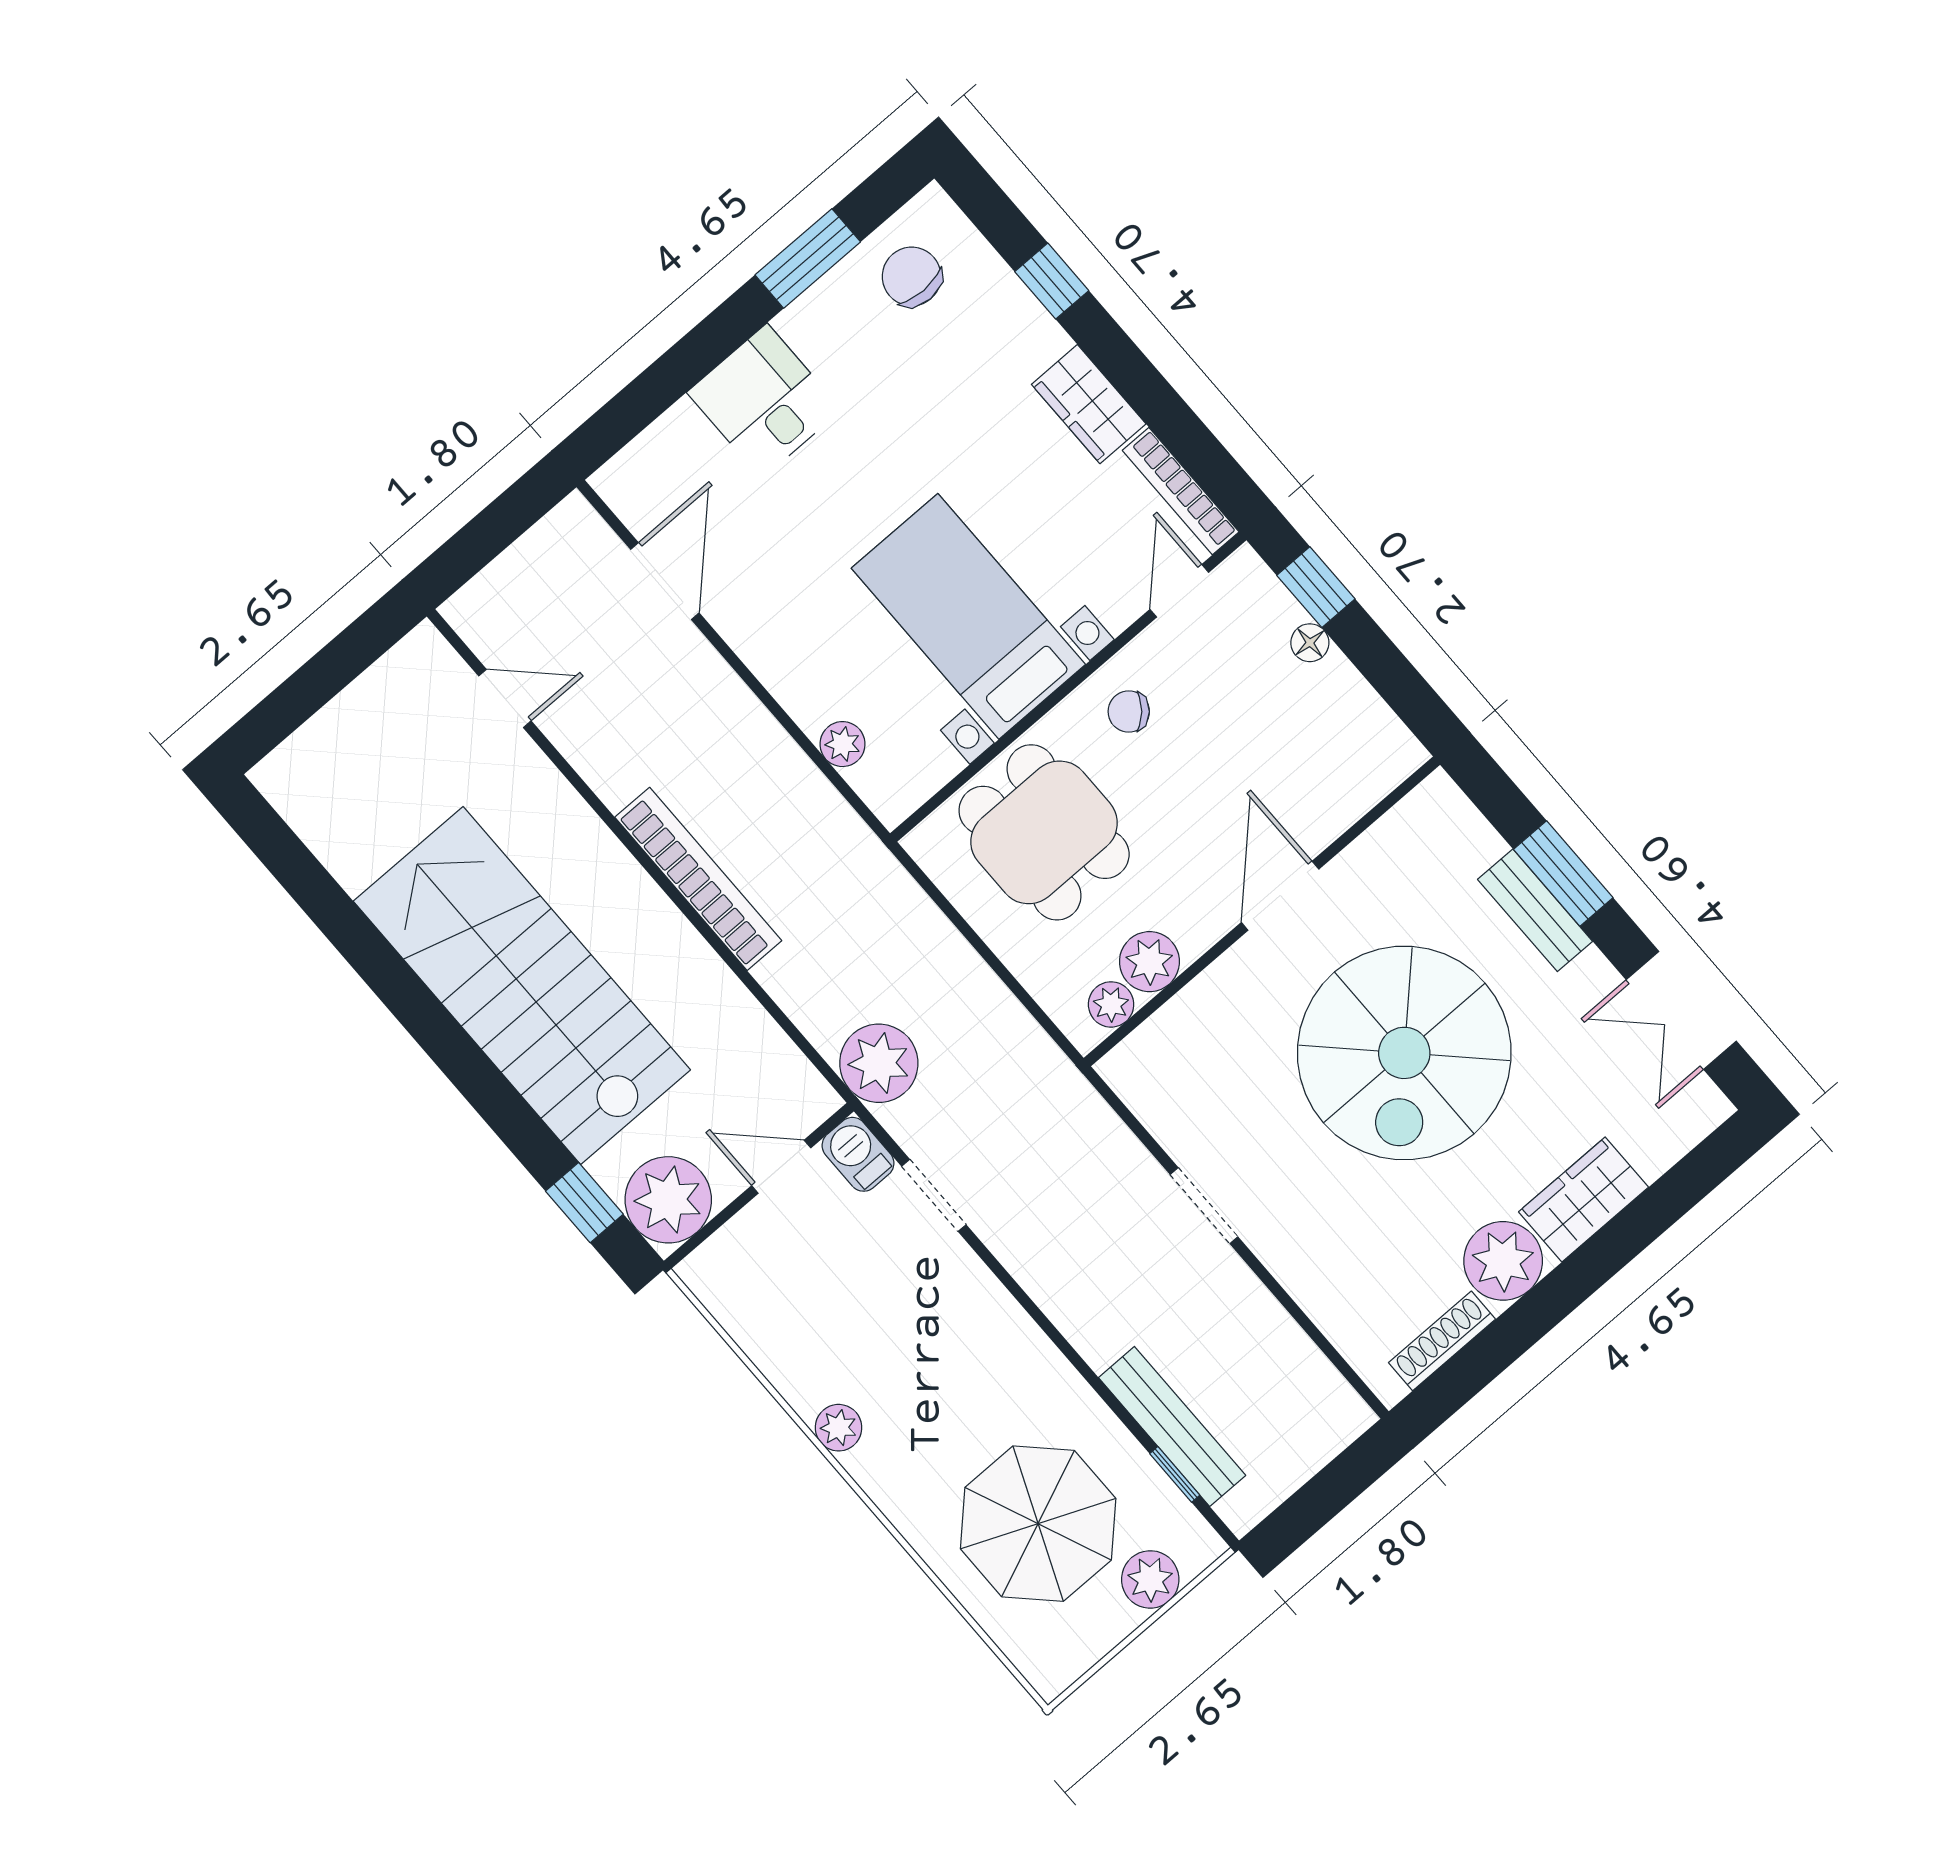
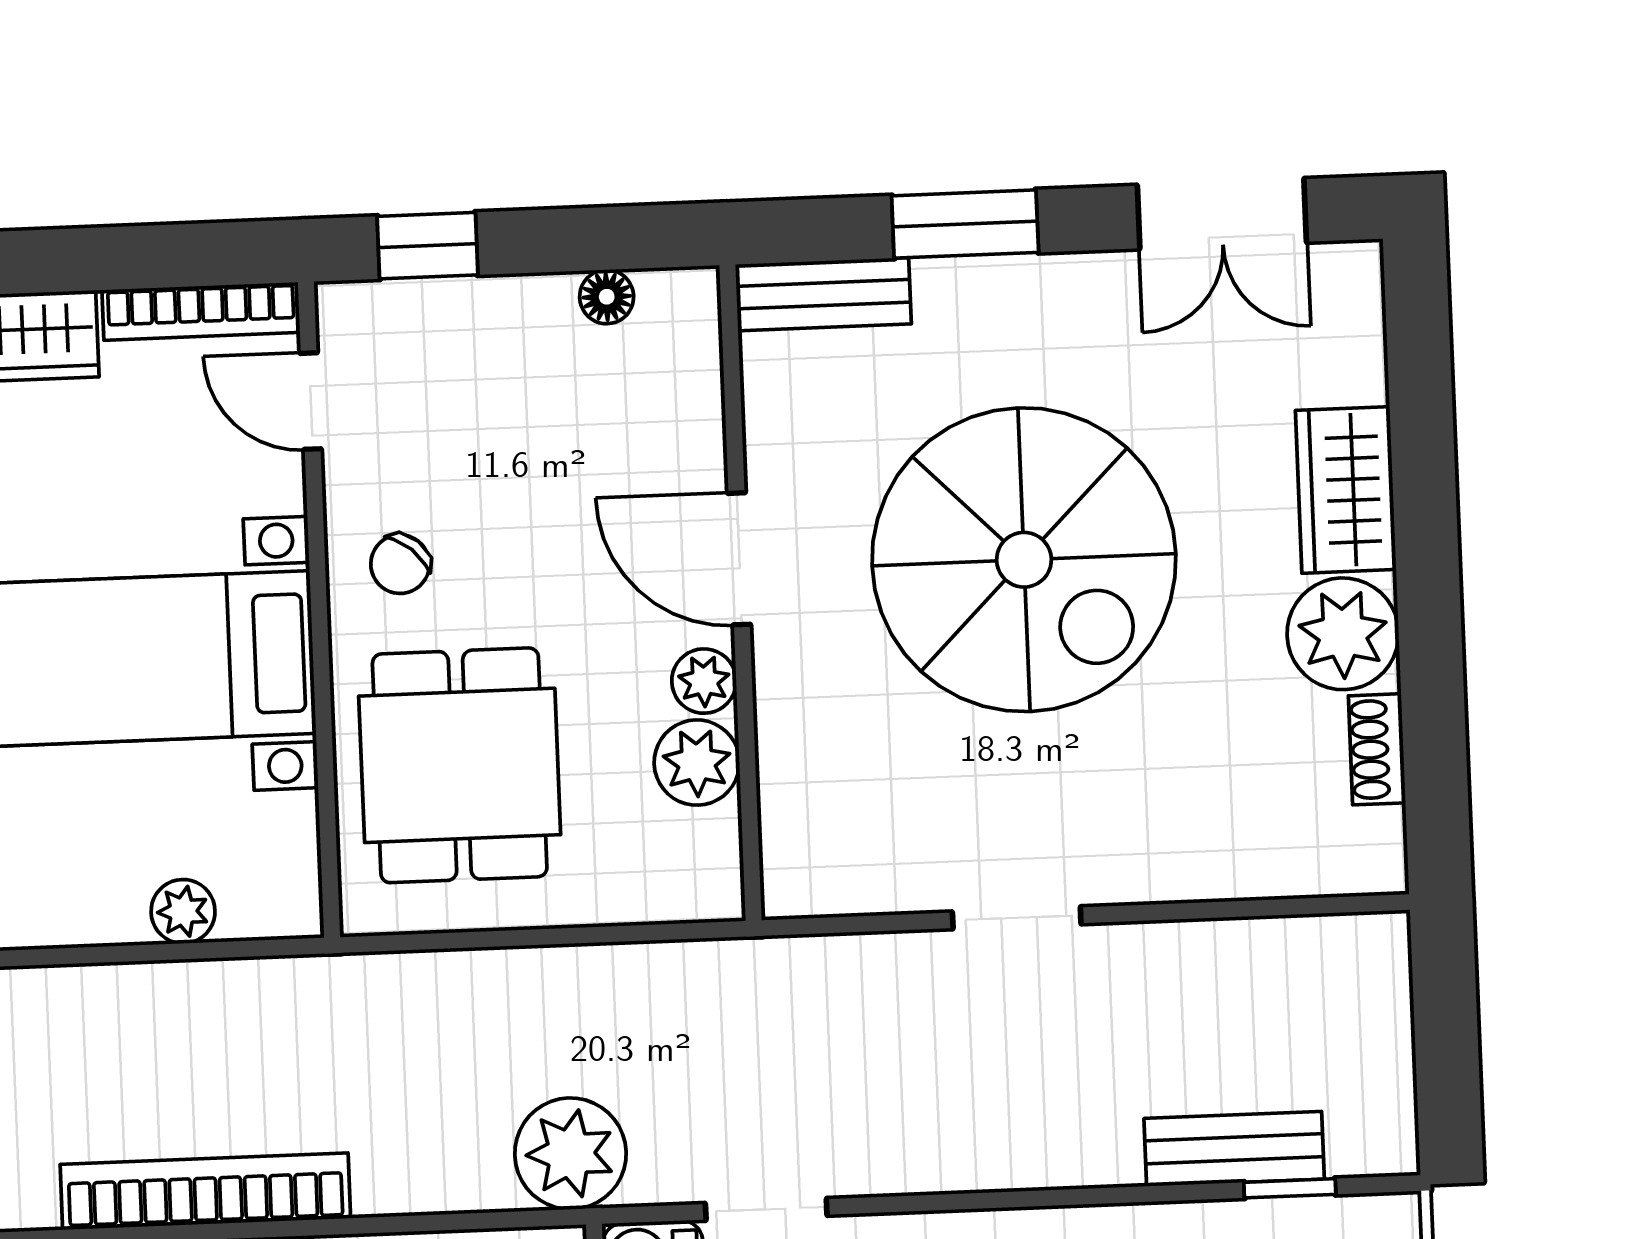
floor lamp: (1310, 643) -> (607, 297), moved
dining table: (1044, 832) -> (460, 765), turned 90
bench: (1535, 910) -> (823, 294), moved
plant: (1111, 1004) -> (704, 681), moved
shoe rack: (1442, 1341) -> (1377, 749), width x0.70
bench: (1172, 1426) -> (1234, 1149), width x0.73

